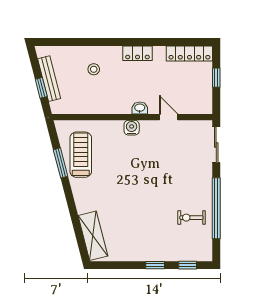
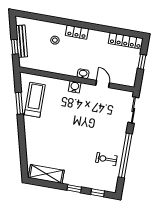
locker: (137, 53) -> (77, 32), moved
shelving: (93, 236) -> (46, 174), moved, turned -76

